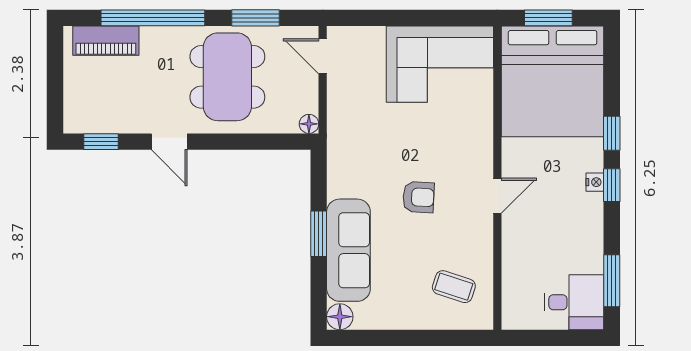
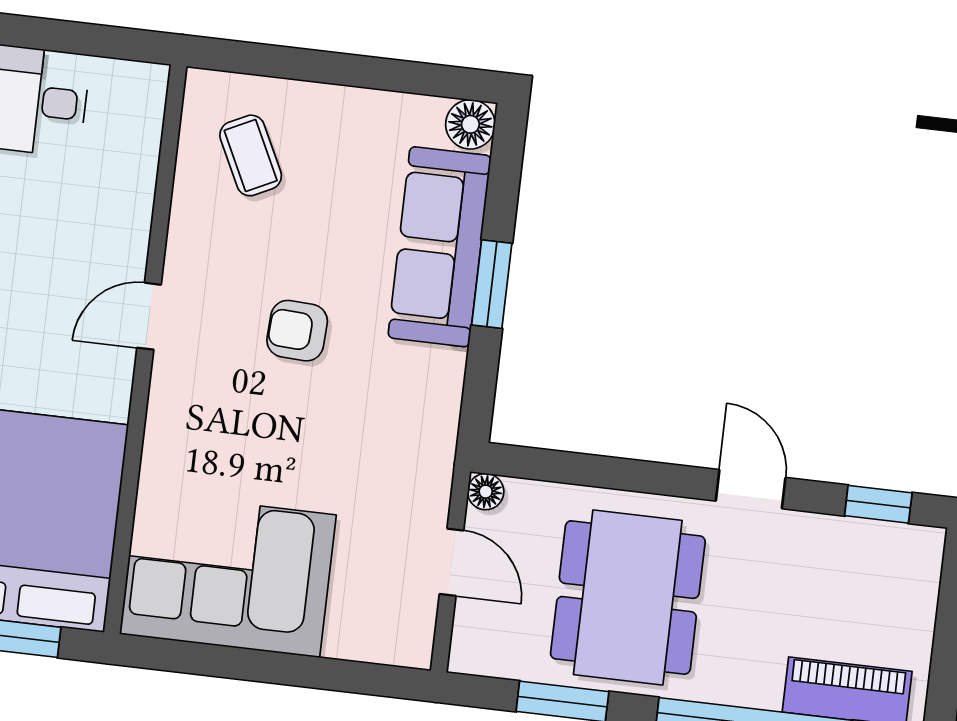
door: (323, 56) -> (451, 562), moved
coffee table: (454, 287) -> (251, 155), turned 46

